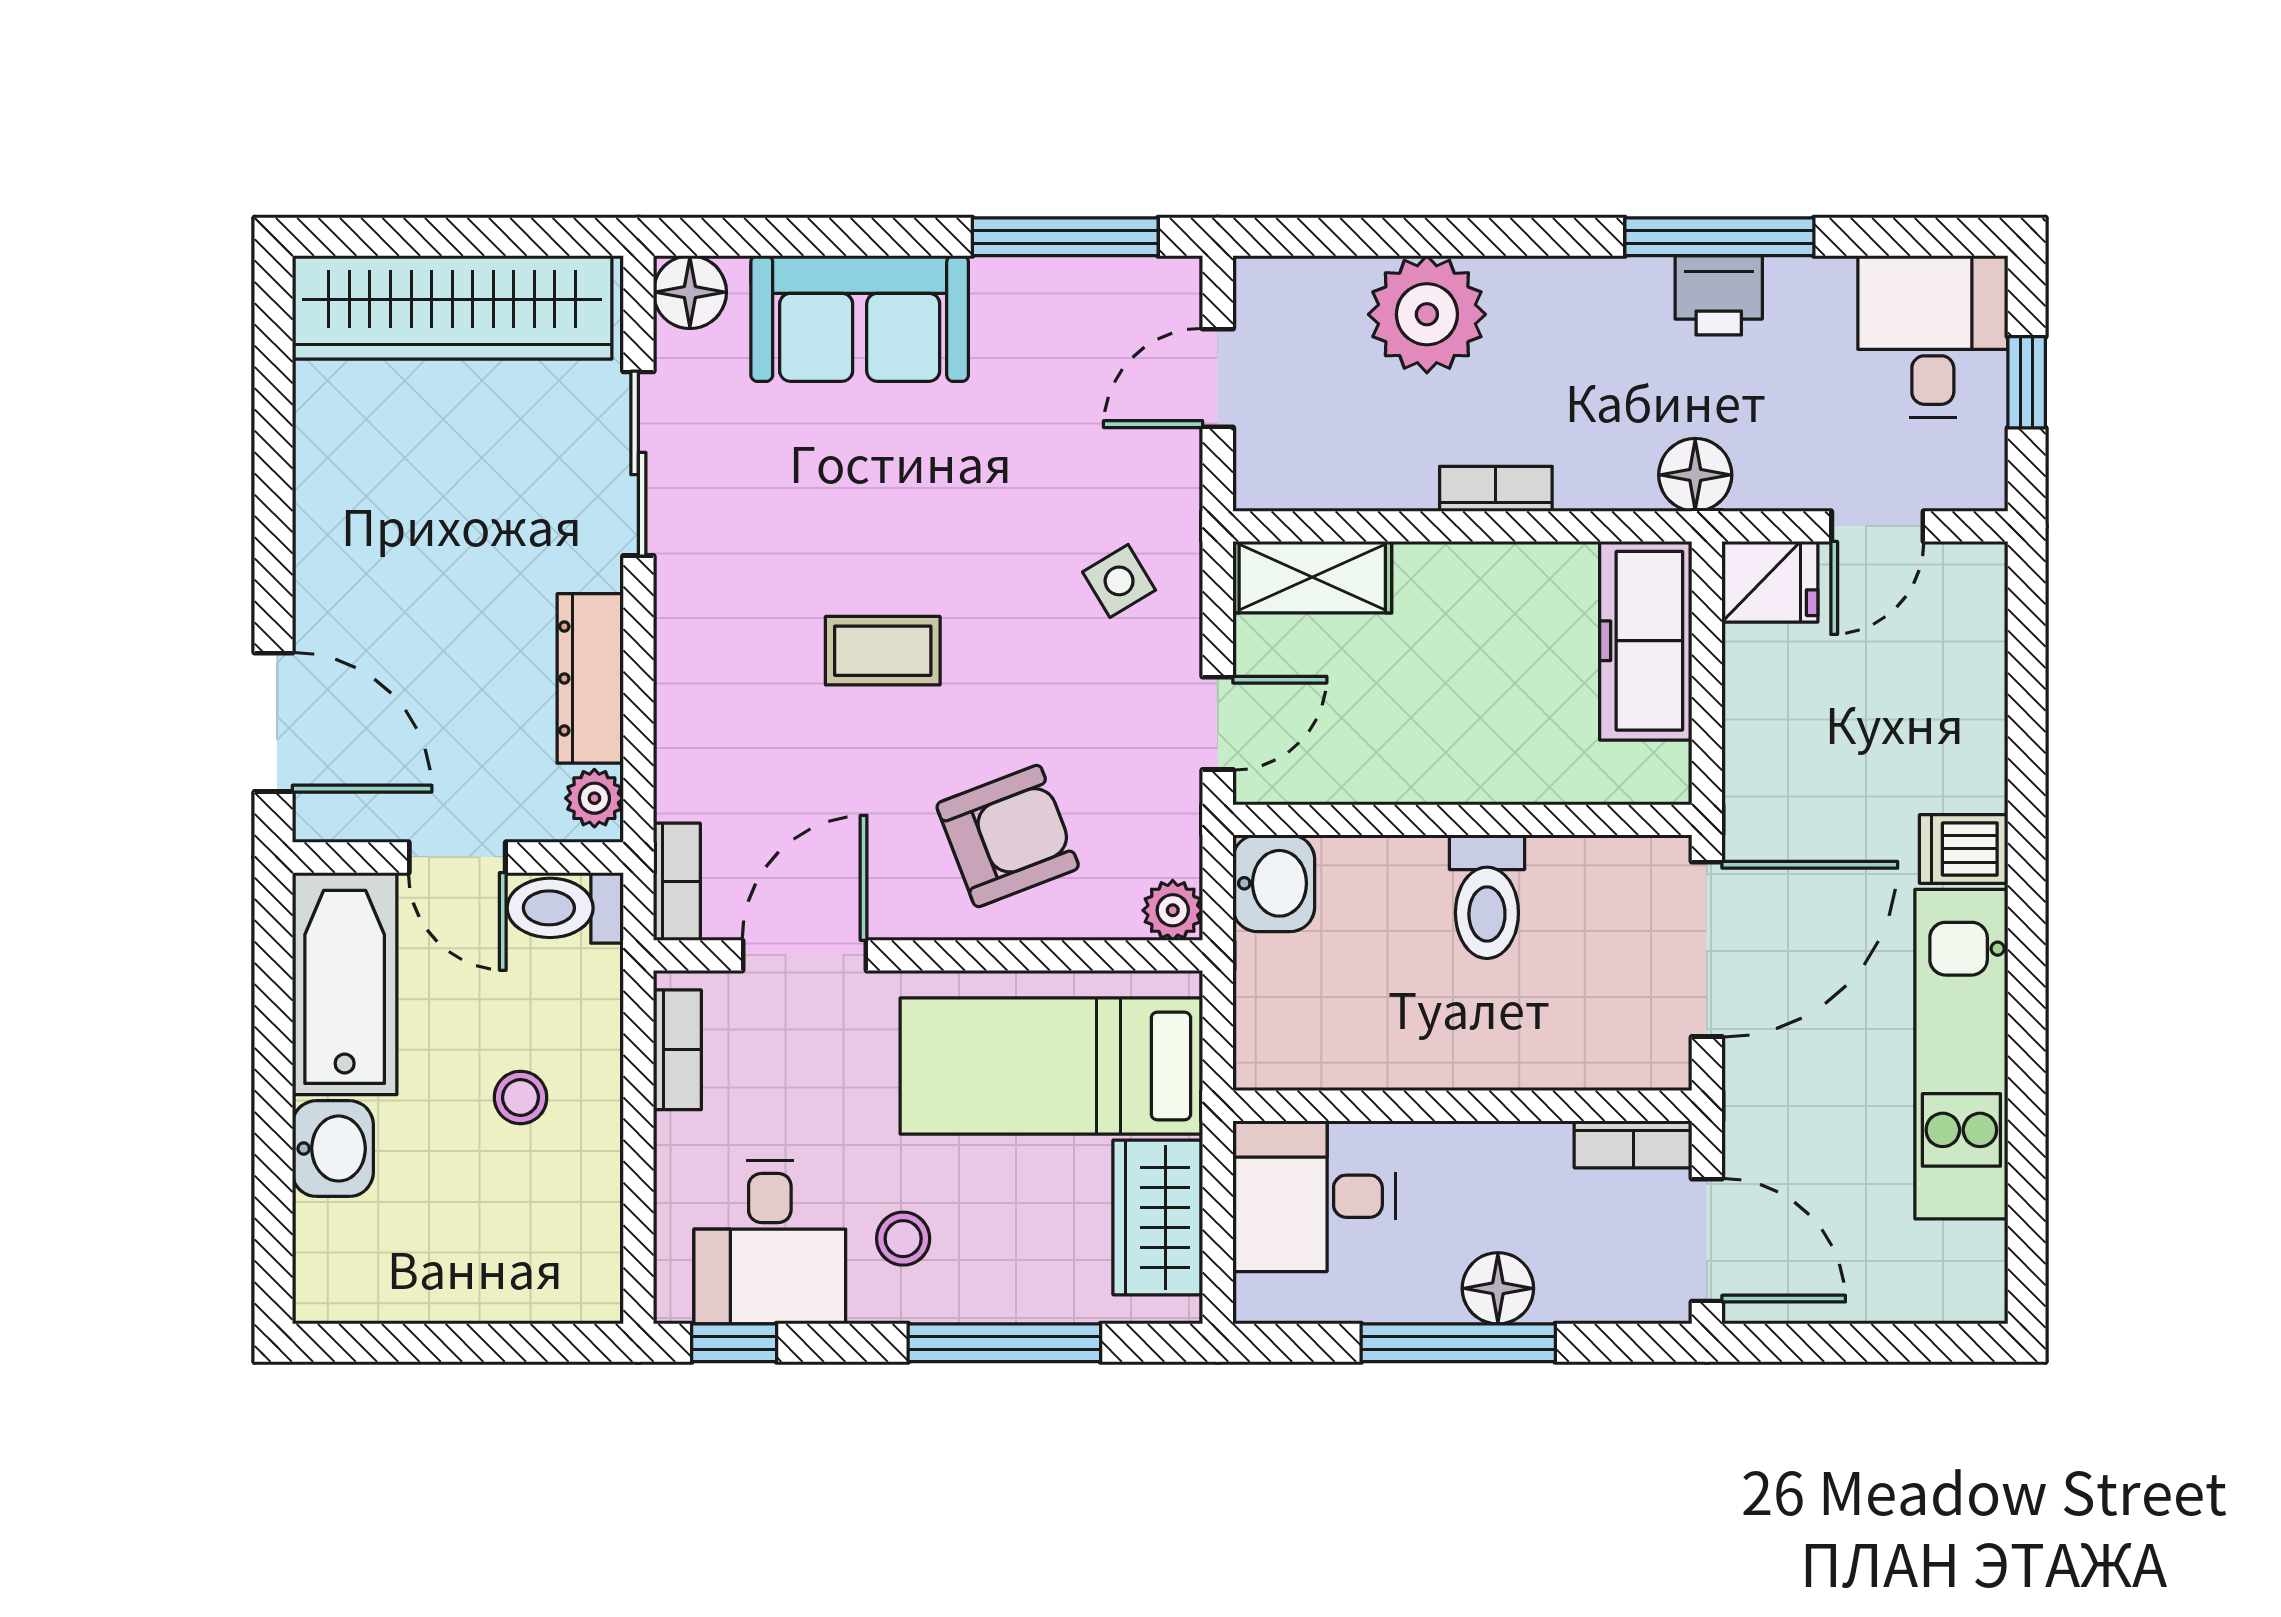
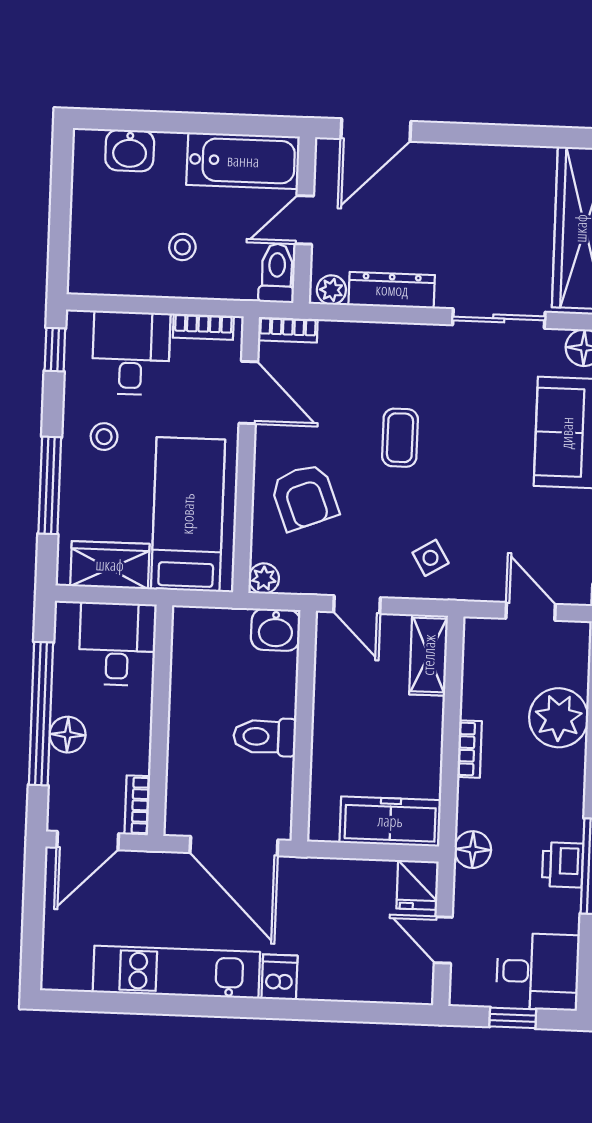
washbasin: (333, 1149) -> (130, 150), moved
desk: (770, 1242) -> (131, 353), moved, turned 90
window: (1458, 1343) -> (41, 714), width x1.46

